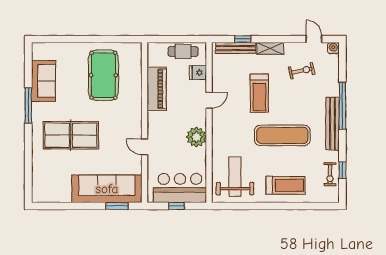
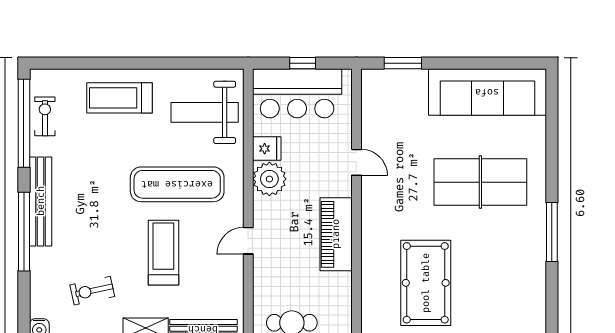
fridge: (198, 73) -> (267, 149), moved
sofa: (43, 81) -> (526, 273), removed
piano: (157, 89) -> (336, 234), moved
exercise mat: (282, 135) -> (177, 184), moved
window: (342, 170) -> (24, 123), width x3.17
weight bench: (235, 177) -> (205, 112), turned 90
sofa: (107, 189) -> (487, 92), moved

